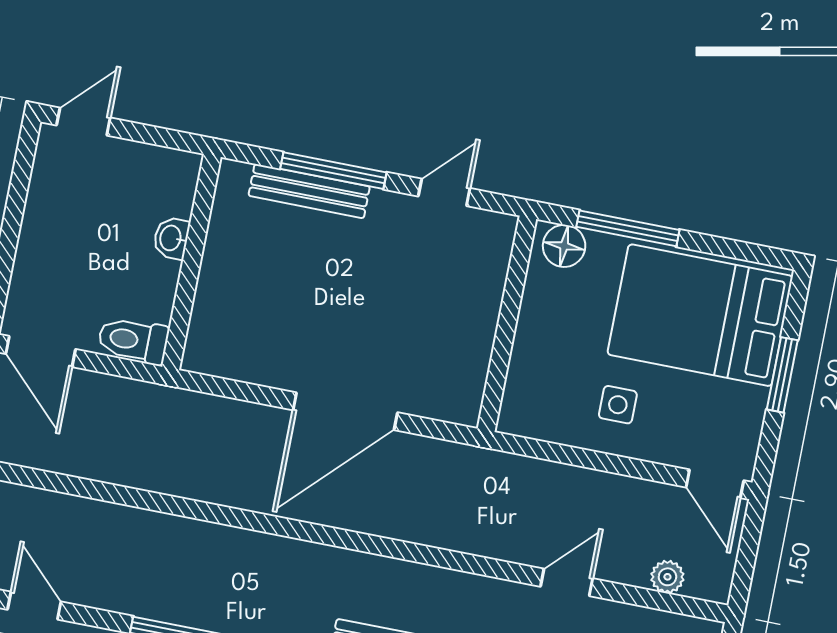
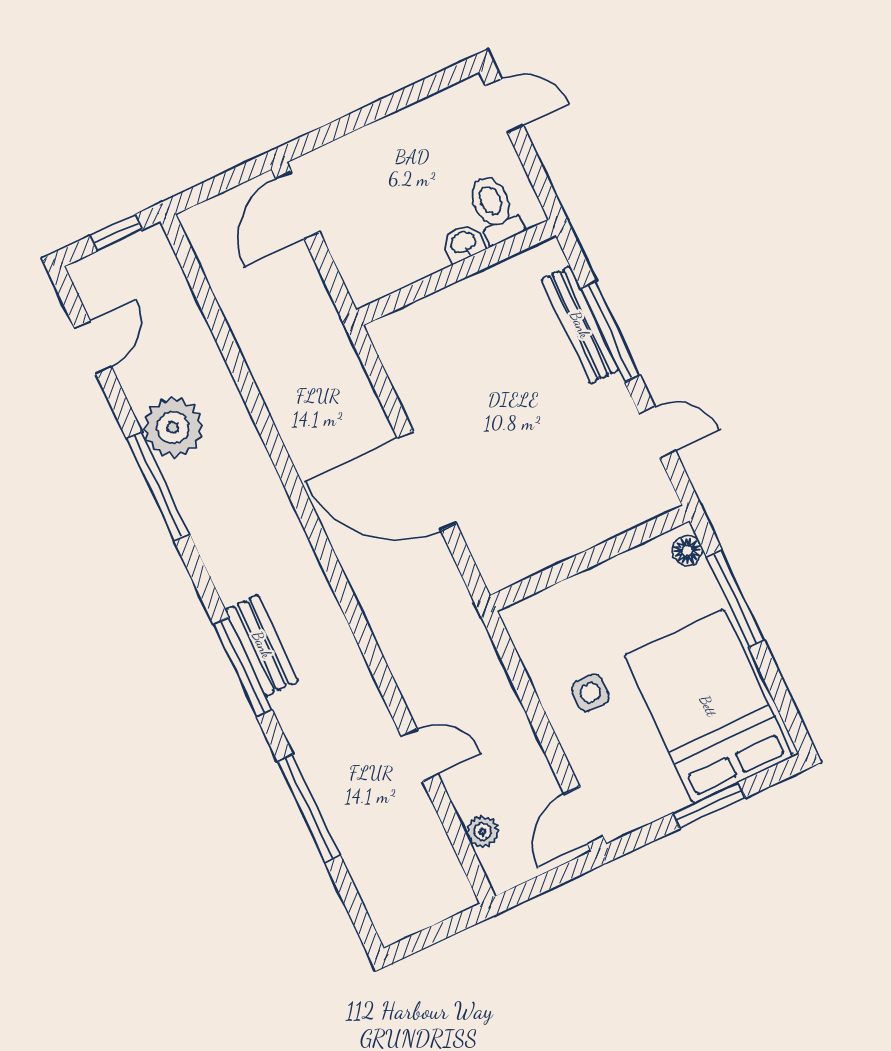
floor lamp: (564, 246) -> (687, 551), width x0.73, depth x0.73
toilet: (133, 340) -> (494, 209), moved
plant: (148, 588) -> (173, 427), added

